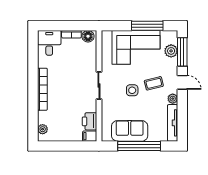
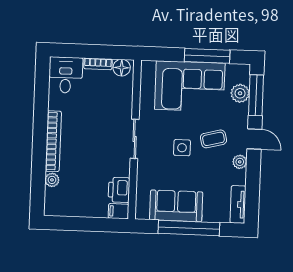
tv unit: (173, 123) -> (238, 204), width x0.71
plant: (43, 129) -> (52, 180), moved

